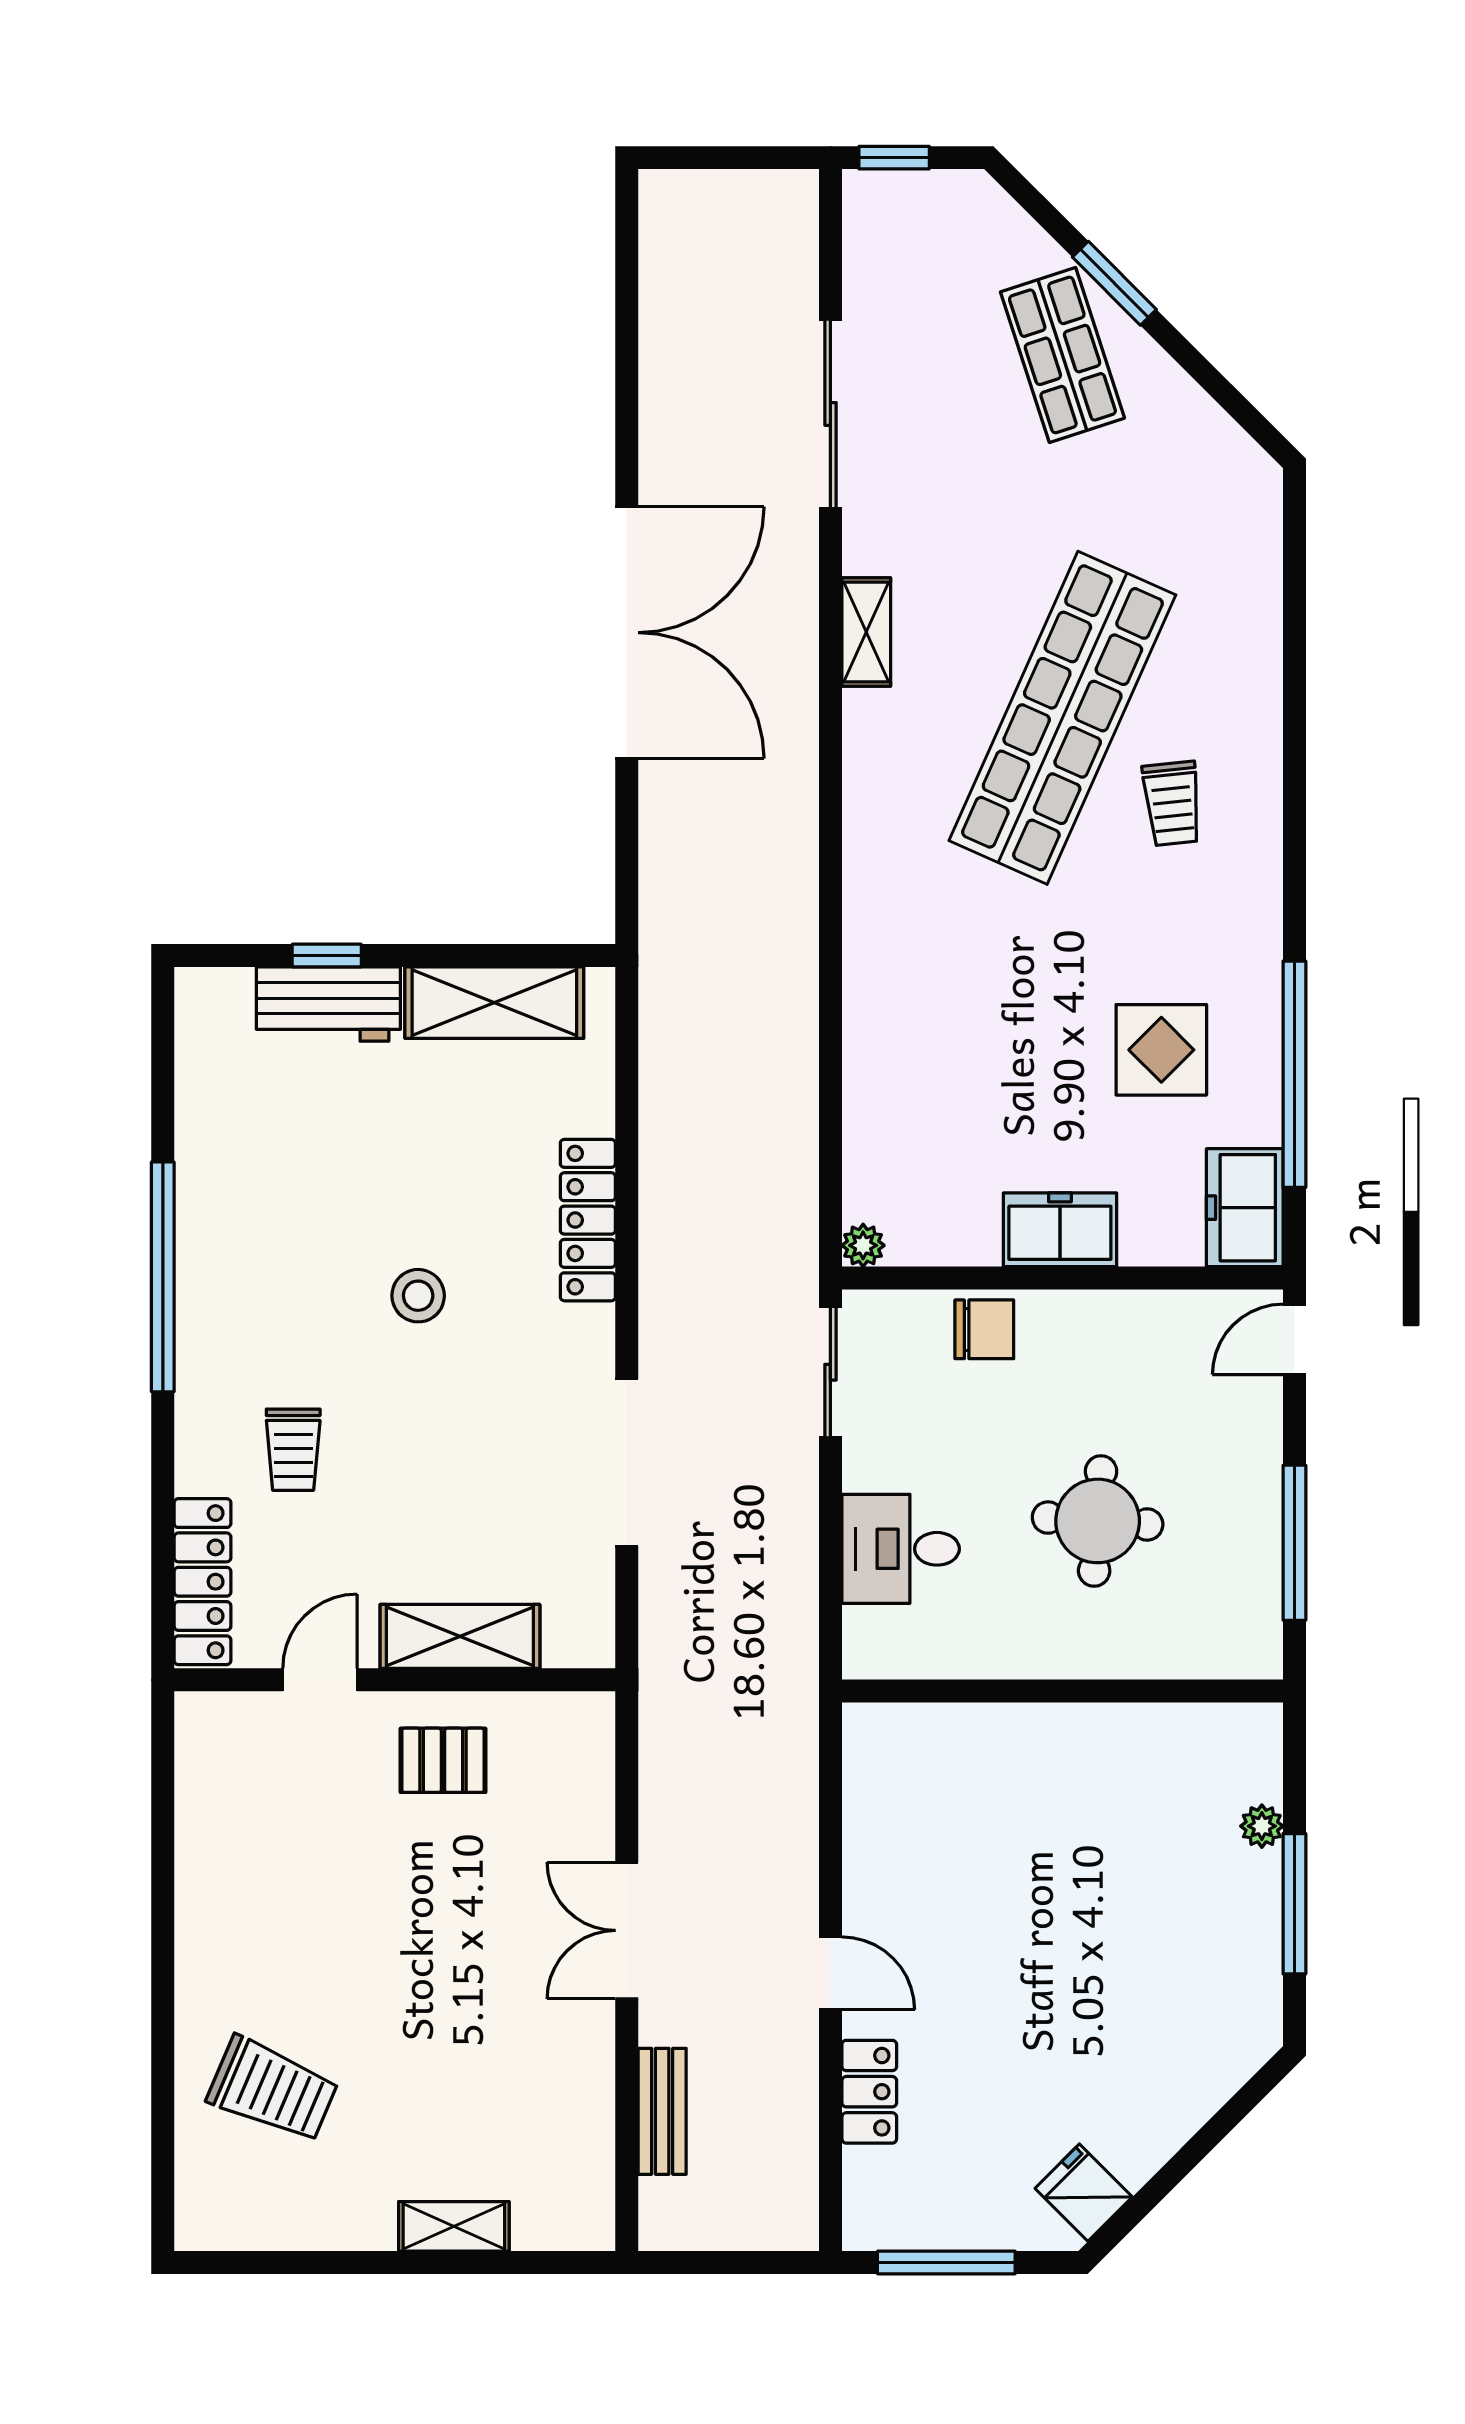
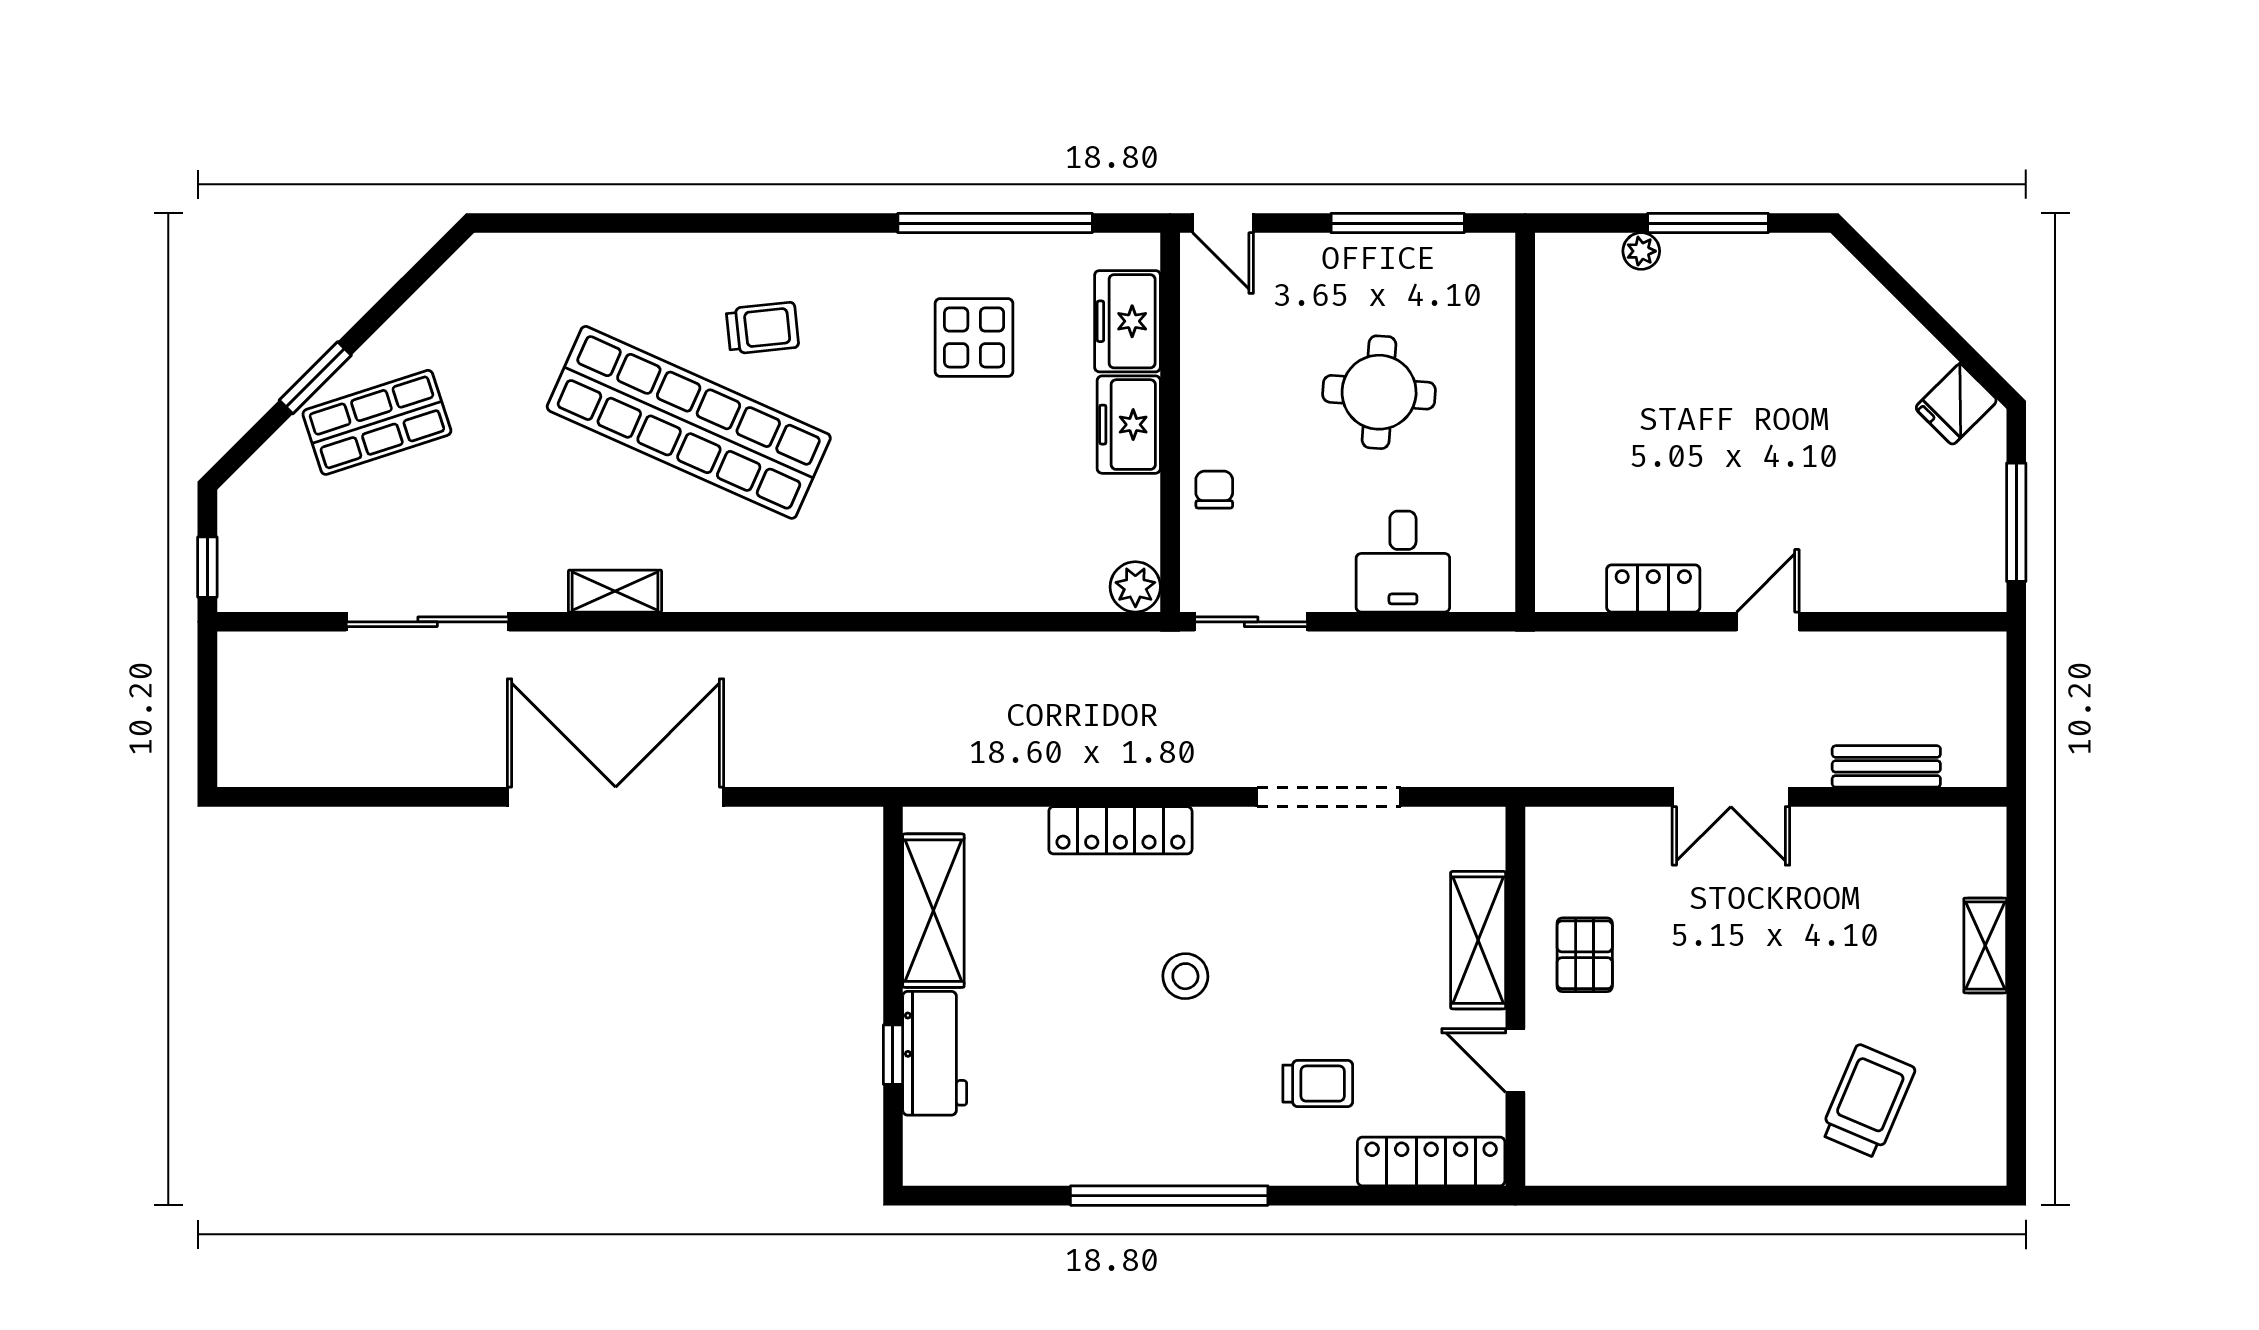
freezer: (1245, 1208) -> (1127, 321), moved, turned 90
plant: (863, 1245) -> (1135, 587), width x1.38, depth x1.38
chair: (984, 1329) -> (1214, 490), width x0.73, depth x0.73
locker: (869, 2092) -> (1653, 588), moved

